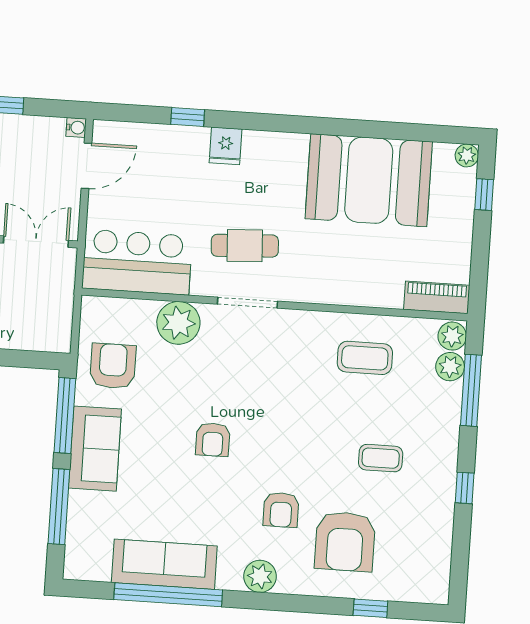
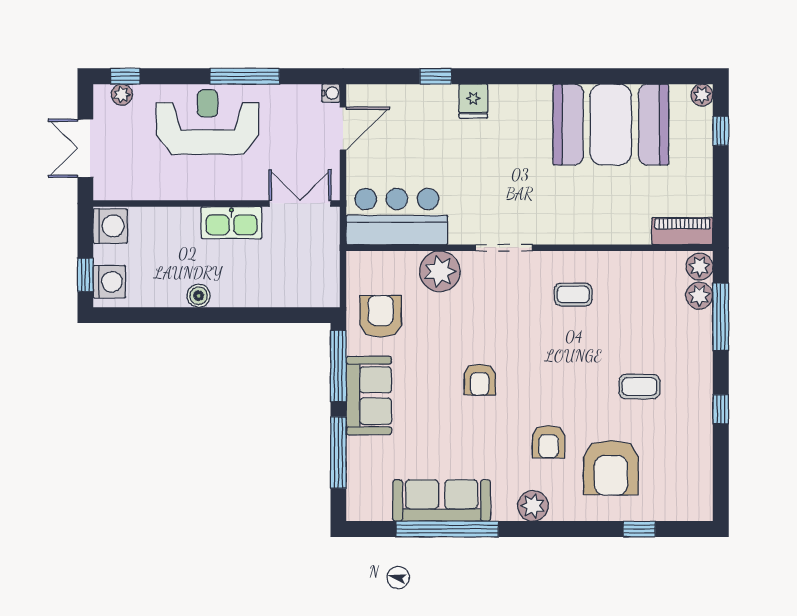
cafe table: (245, 246) -> (498, 194), removed
coffee table: (365, 358) -> (573, 295), moved, width x0.73, depth x0.77

